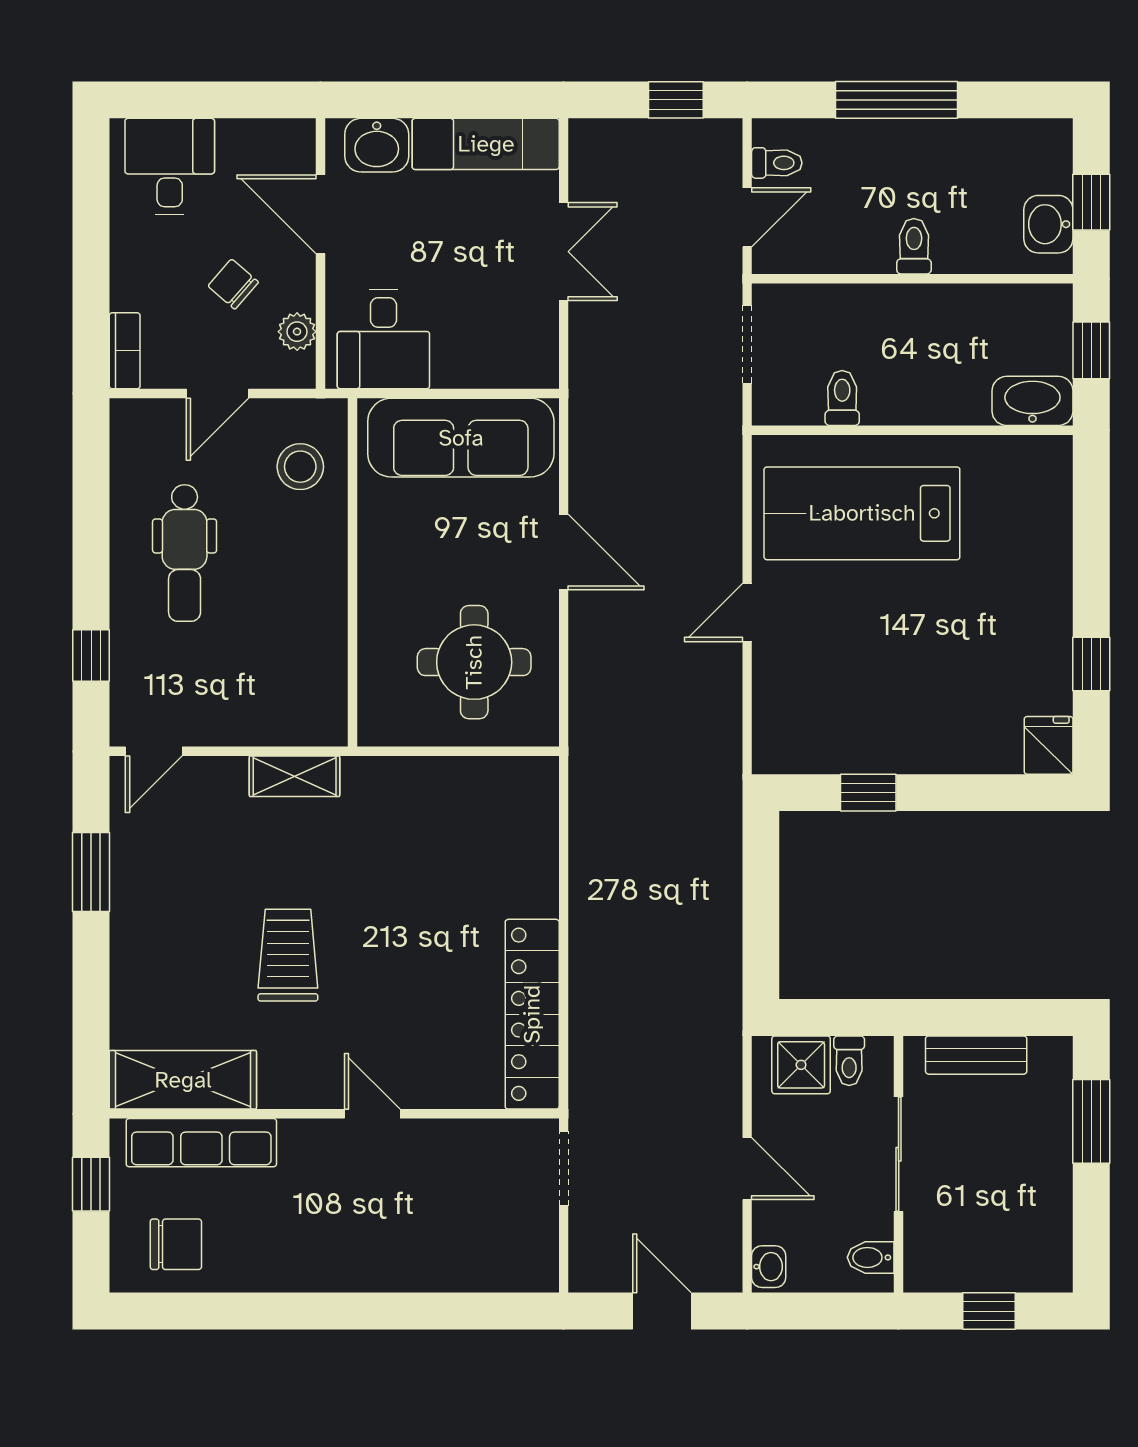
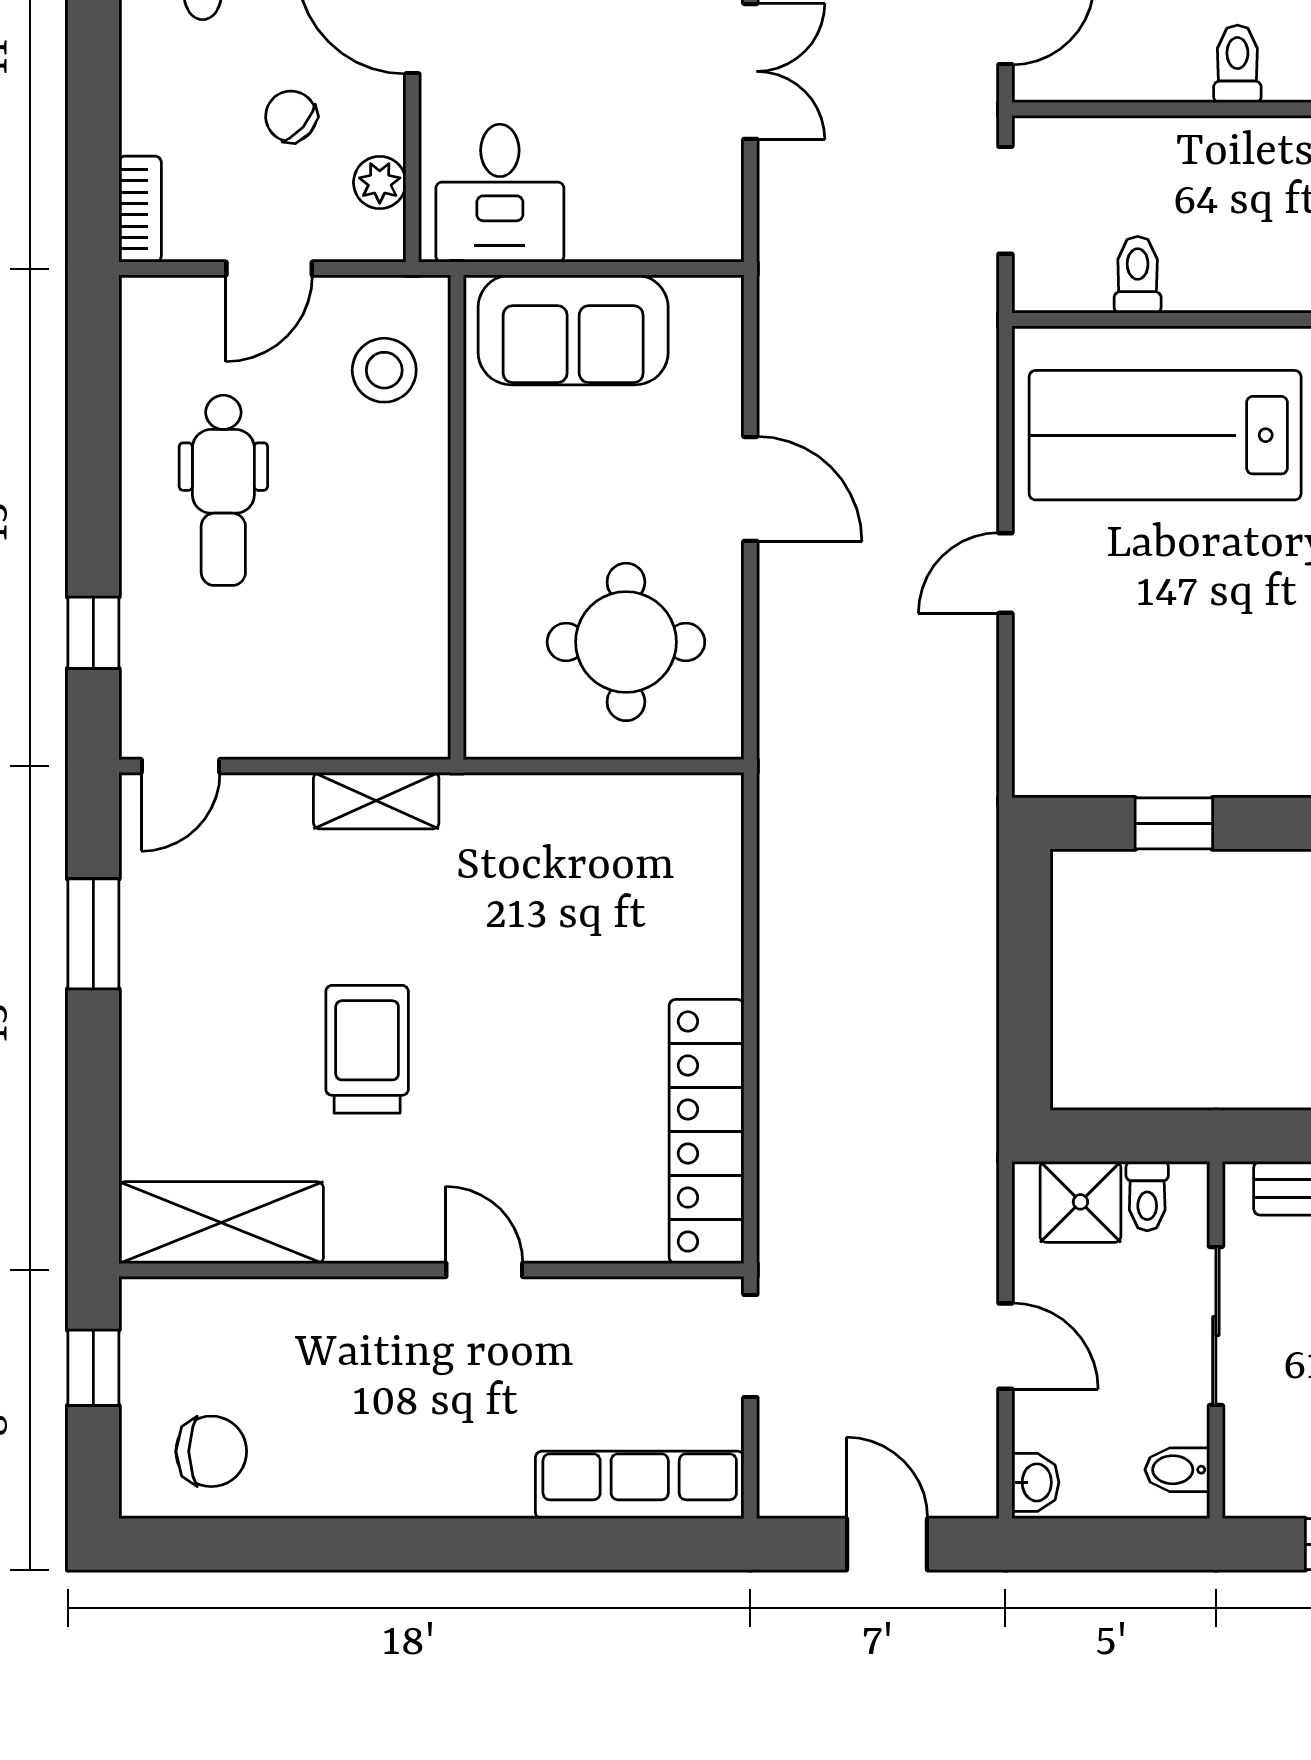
sofa: (461, 438) -> (573, 330), width x0.73
row of seats: (201, 1143) -> (640, 1485), moved, turned 180

